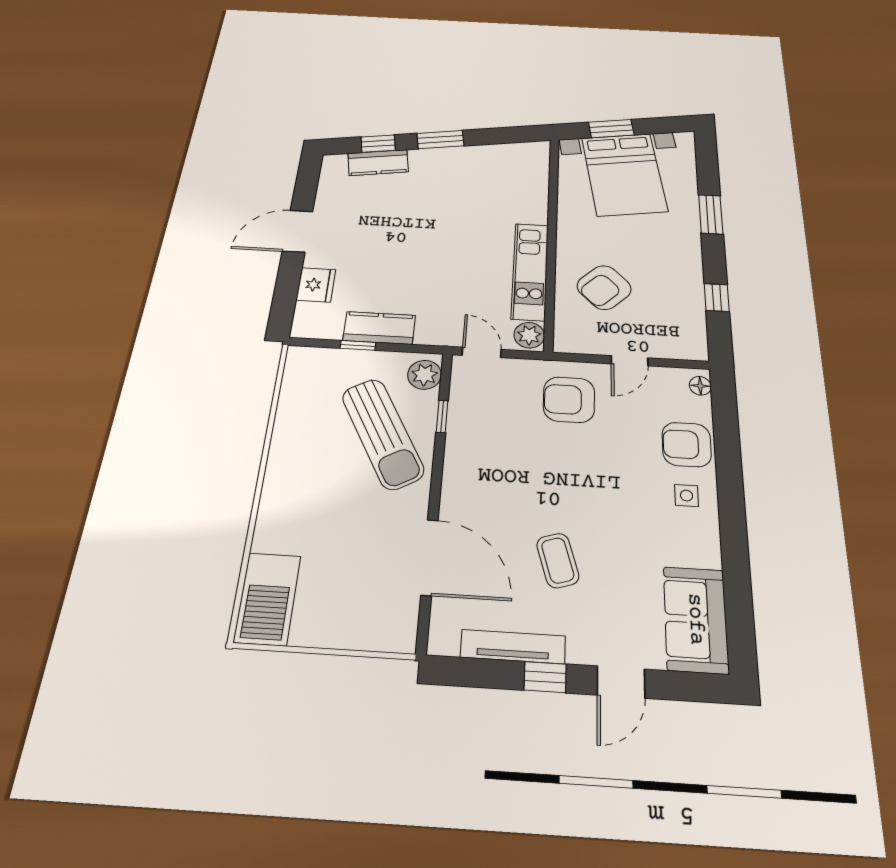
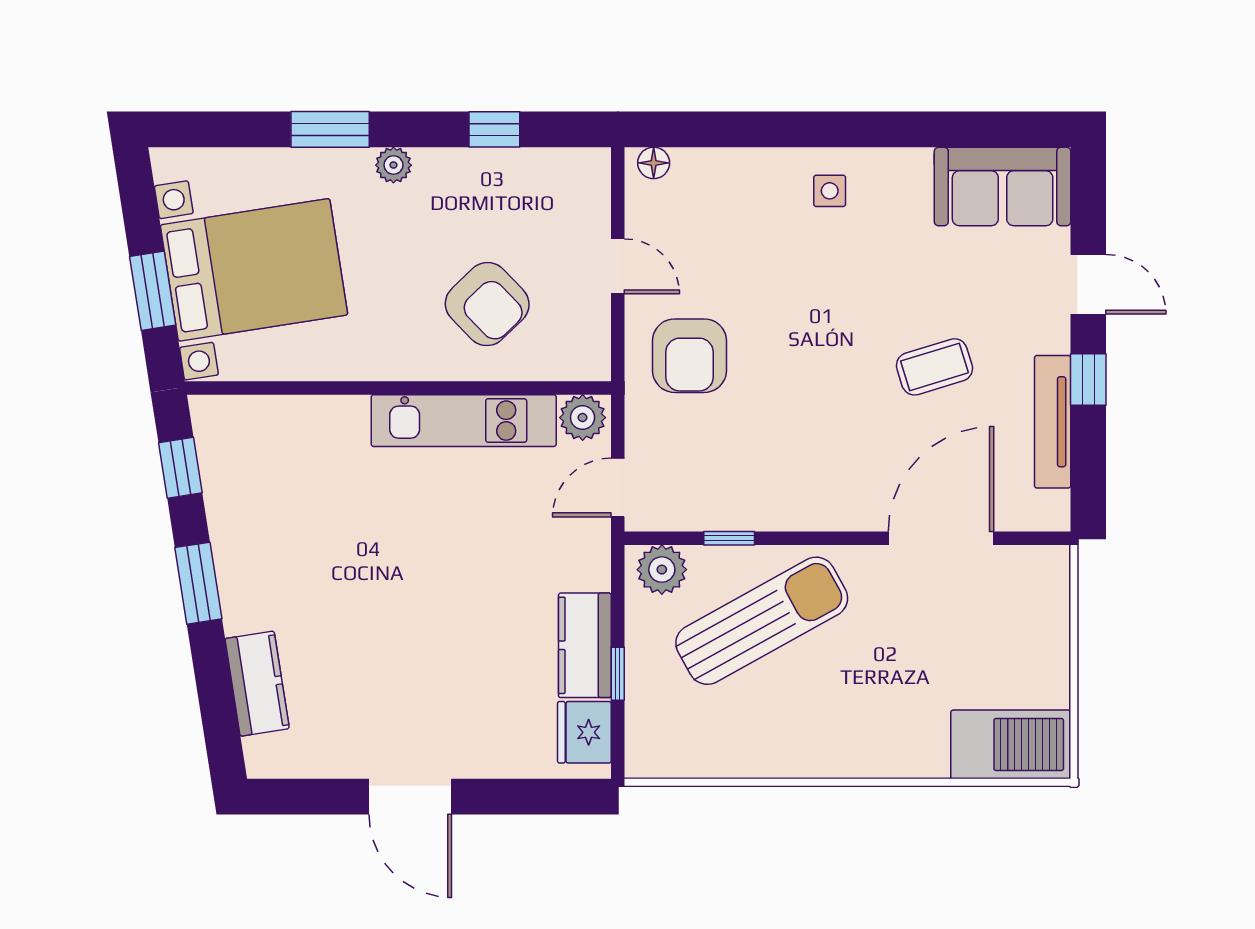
window: (378, 144) -> (180, 468), moved
plant: (691, 244) -> (393, 165), added
fridge: (316, 285) -> (584, 732), moved, turned -90
armchair: (687, 445) -> (751, 187), removed

